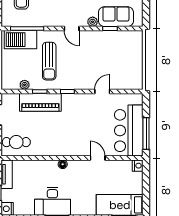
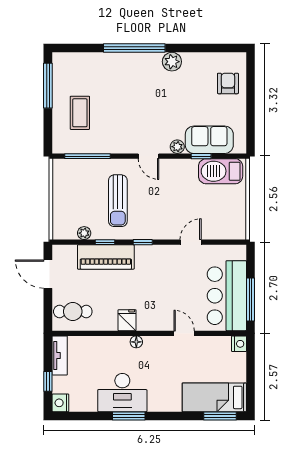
barbecue: (20, 40) -> (221, 171), moved
fridge: (56, 148) -> (127, 320), added

